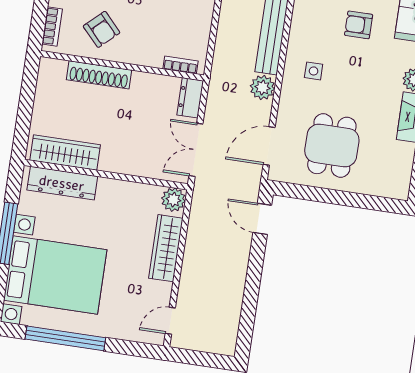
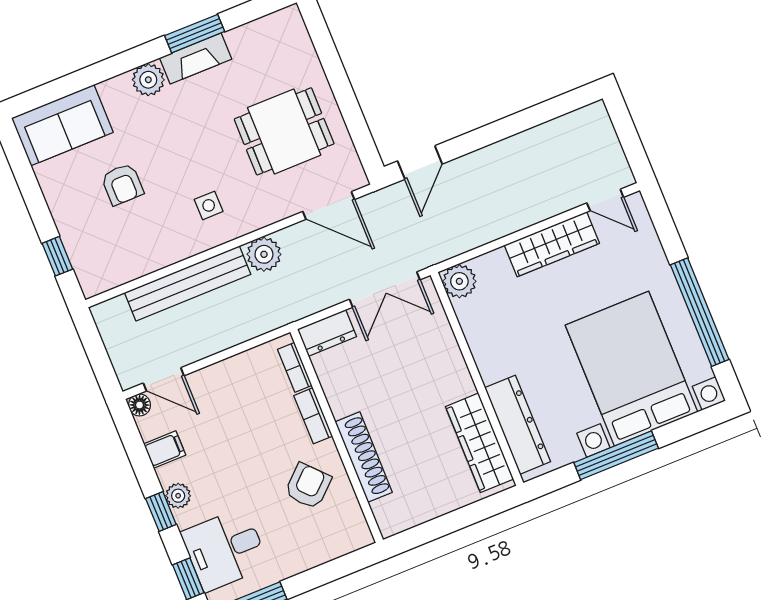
bookcase: (52, 26) -> (313, 416), moved, turned -90
wardrobe: (166, 248) -> (552, 244), moved

